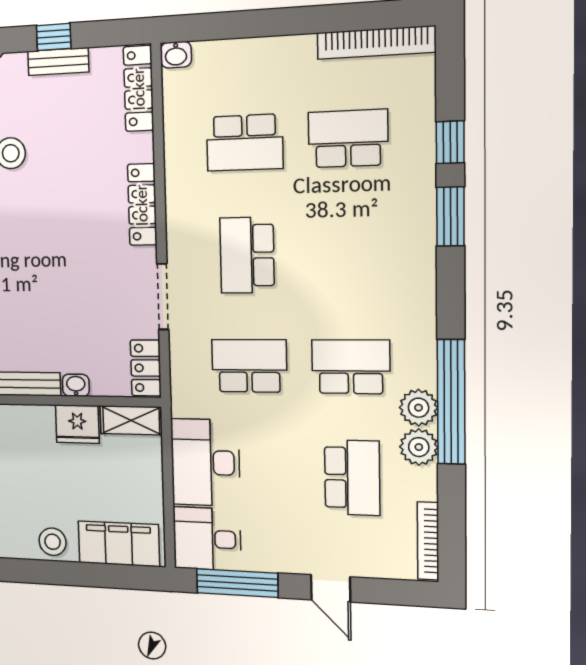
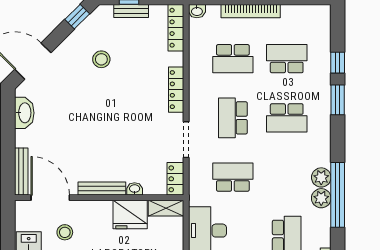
bookcase: (376, 42) -> (251, 11), moved
school desk: (351, 367) -> (287, 118), moved, turned 180
fridge: (77, 424) -> (130, 215), width x1.36, depth x1.34
plant: (419, 447) -> (321, 177), moved

